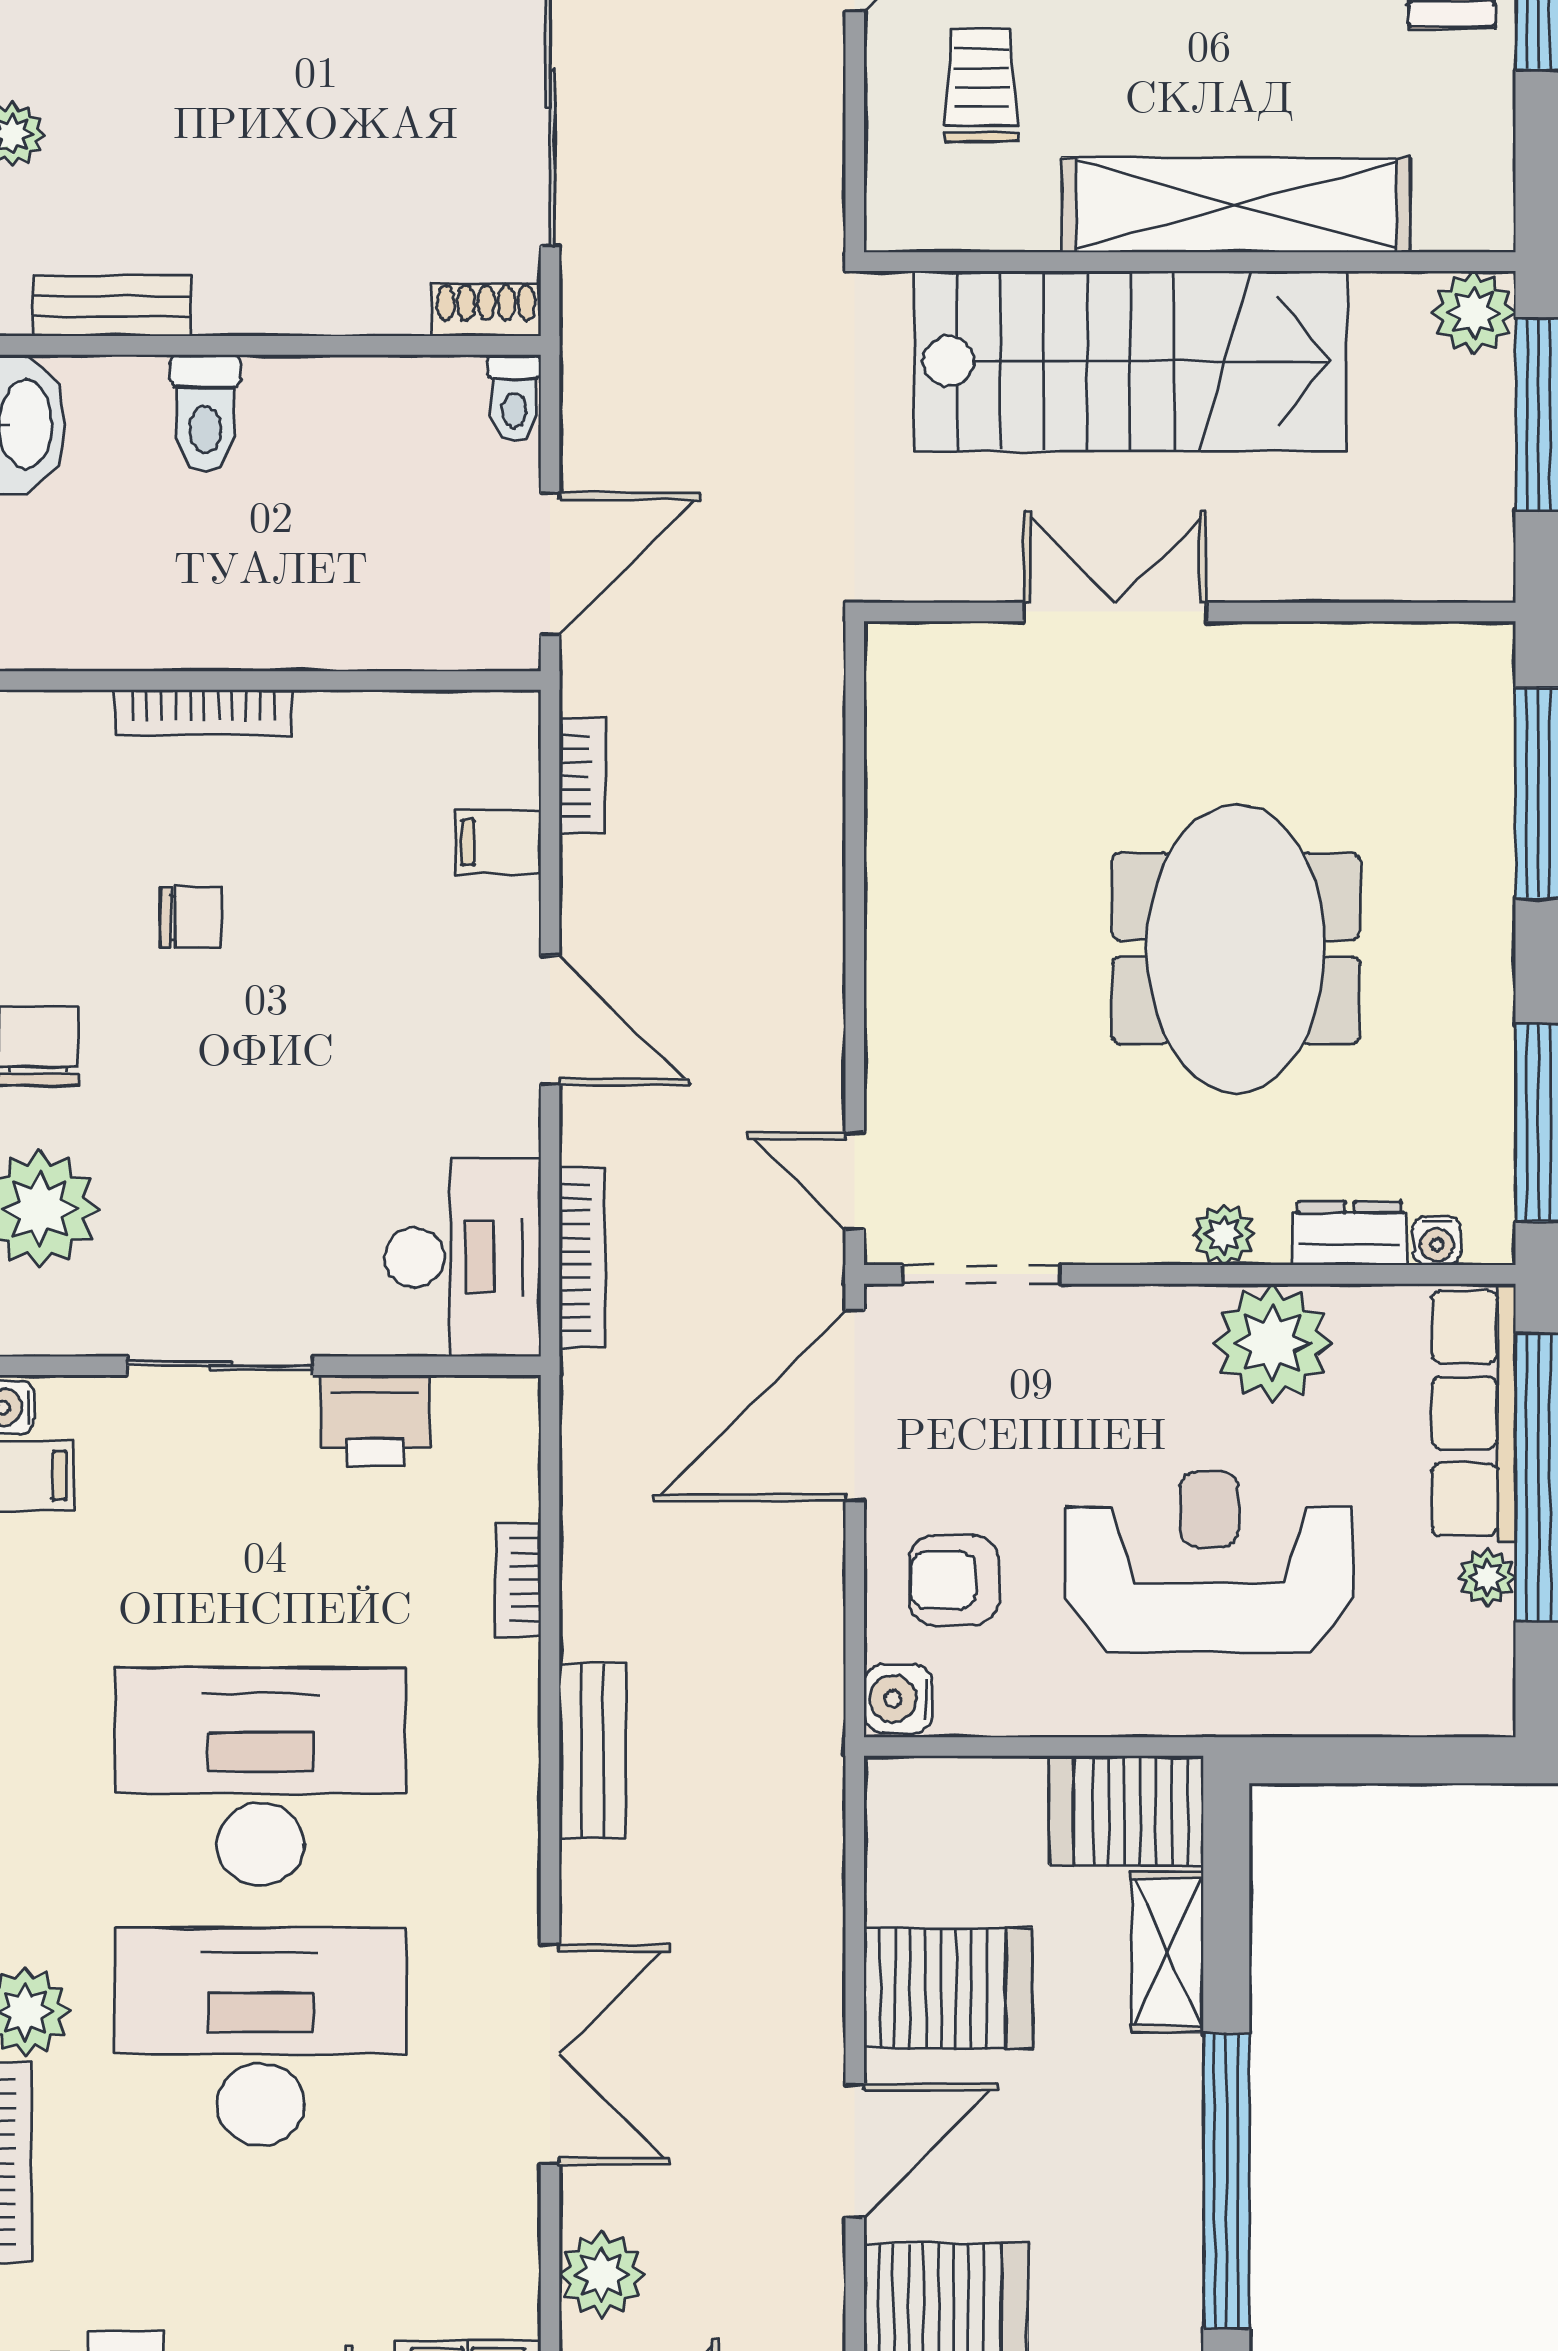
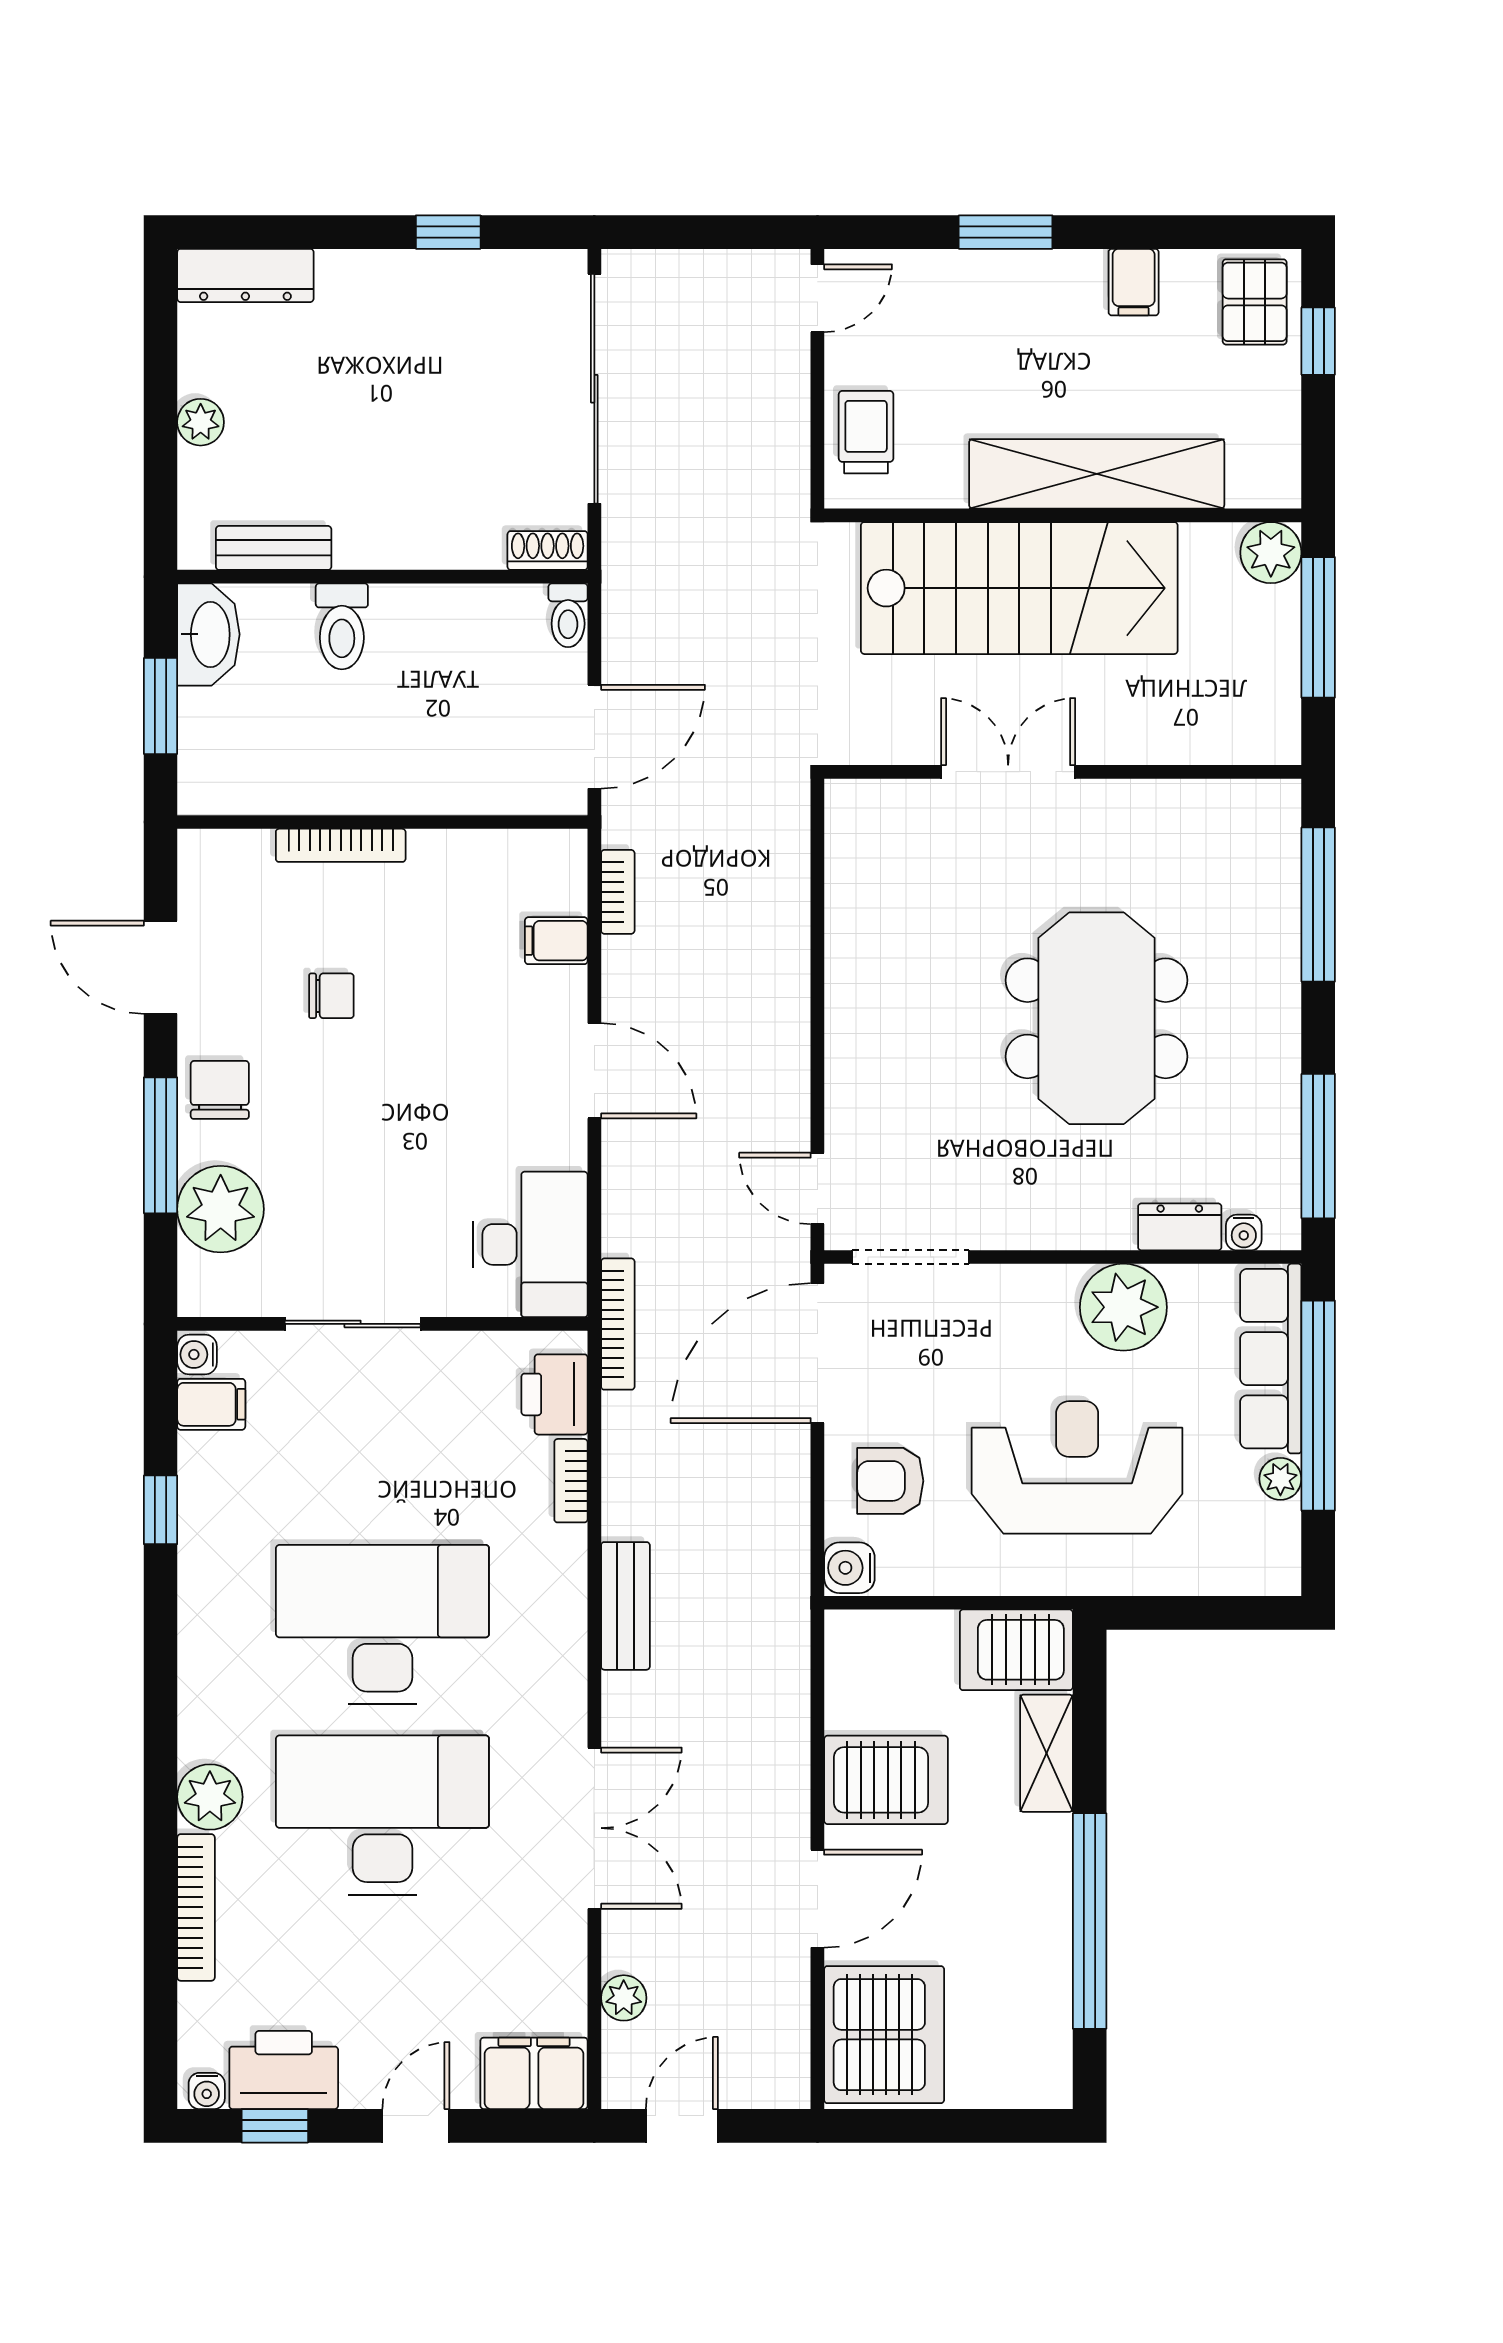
trolley: (981, 85) -> (866, 432), moved
plant: (1224, 1234) -> (1088, 1228), removed
bookcase: (582, 1257) -> (618, 1324), moved
printer: (375, 1420) -> (554, 1394), moved, turned 90
plant: (602, 2274) -> (624, 1998), width x0.73, depth x0.73

